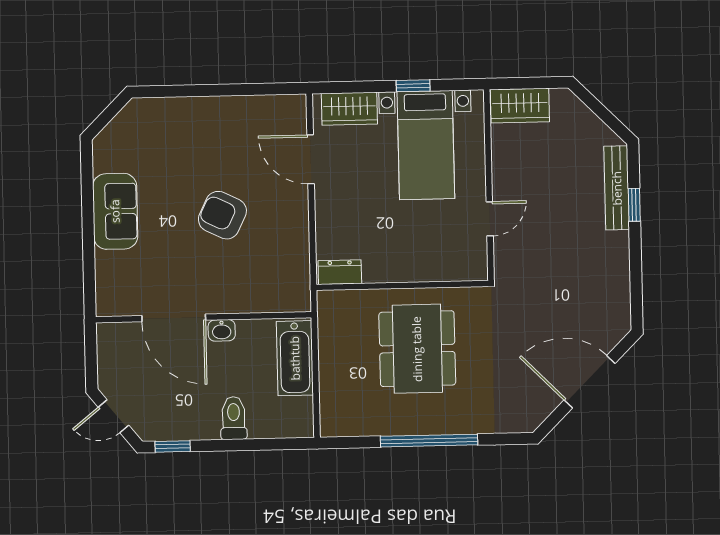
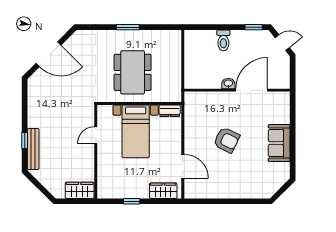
bed with nightstands: (426, 145) -> (136, 131), moved, turned 180
door: (174, 318) -> (252, 90), hinge flipped
bathtub: (295, 358) -> (193, 69), removed
window: (429, 441) -> (128, 27), width x0.47

